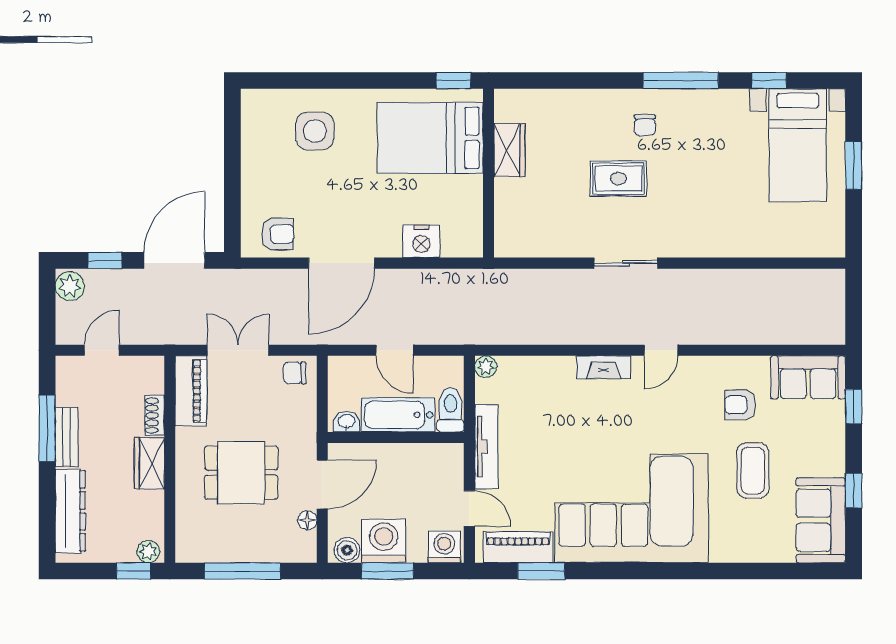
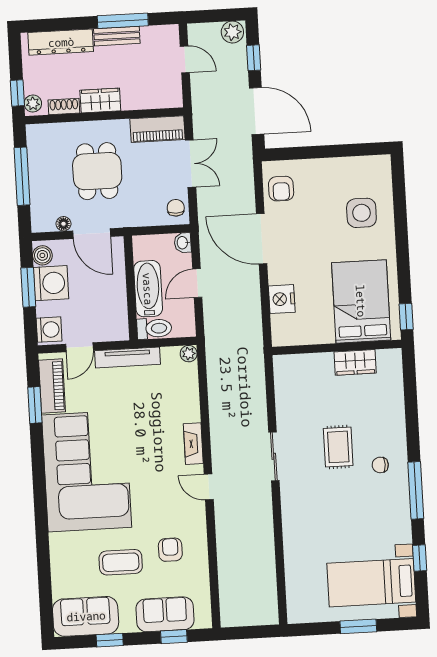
sofa: (808, 377) -> (165, 614), moved, turned 90
shoe rack: (155, 415) -> (64, 107), moved
washbasin: (346, 422) -> (183, 243), moved, turned 180

